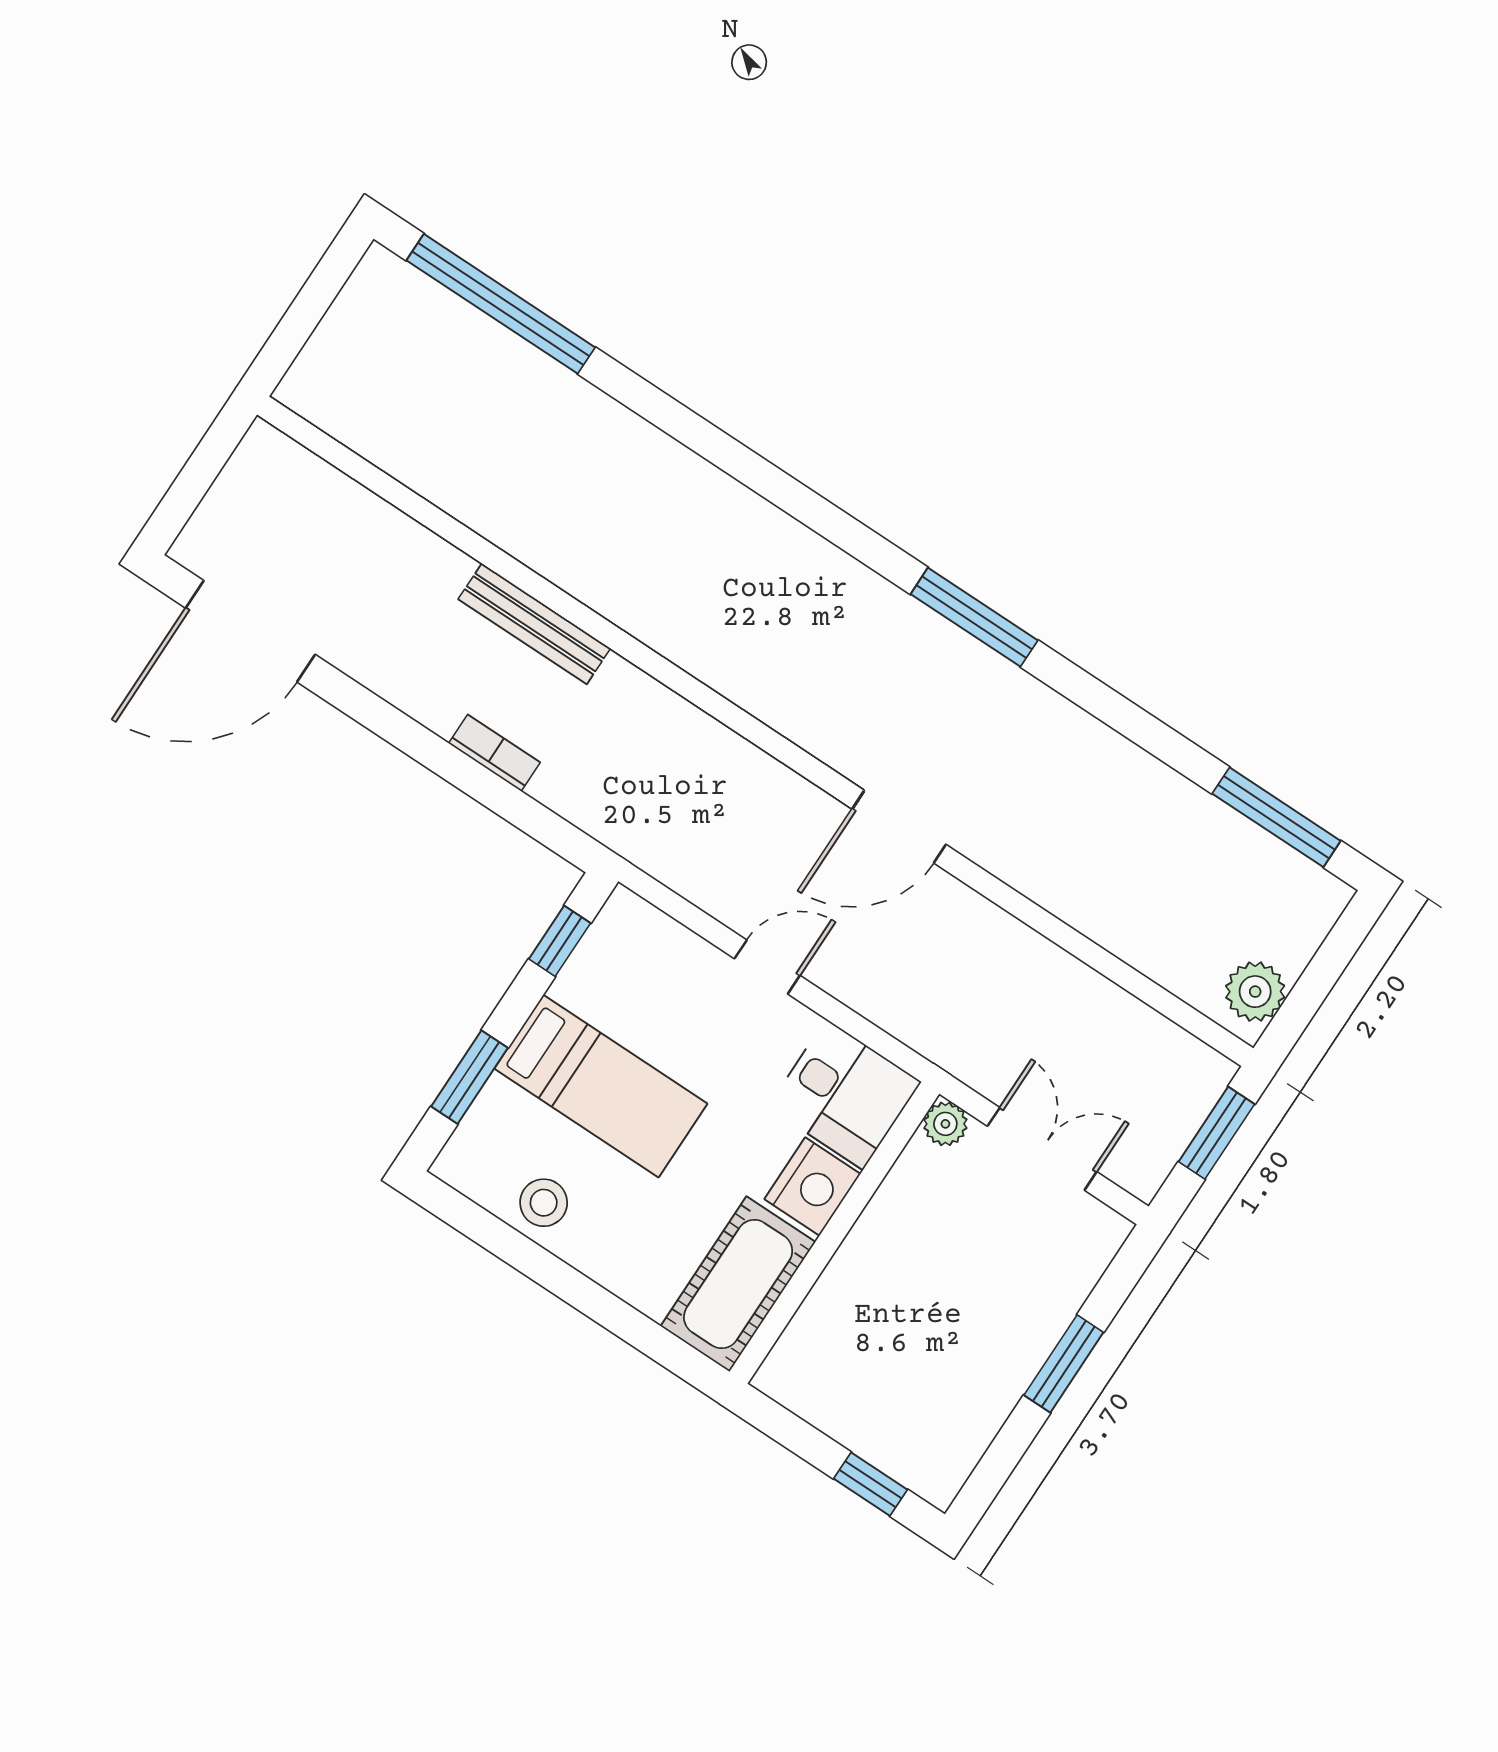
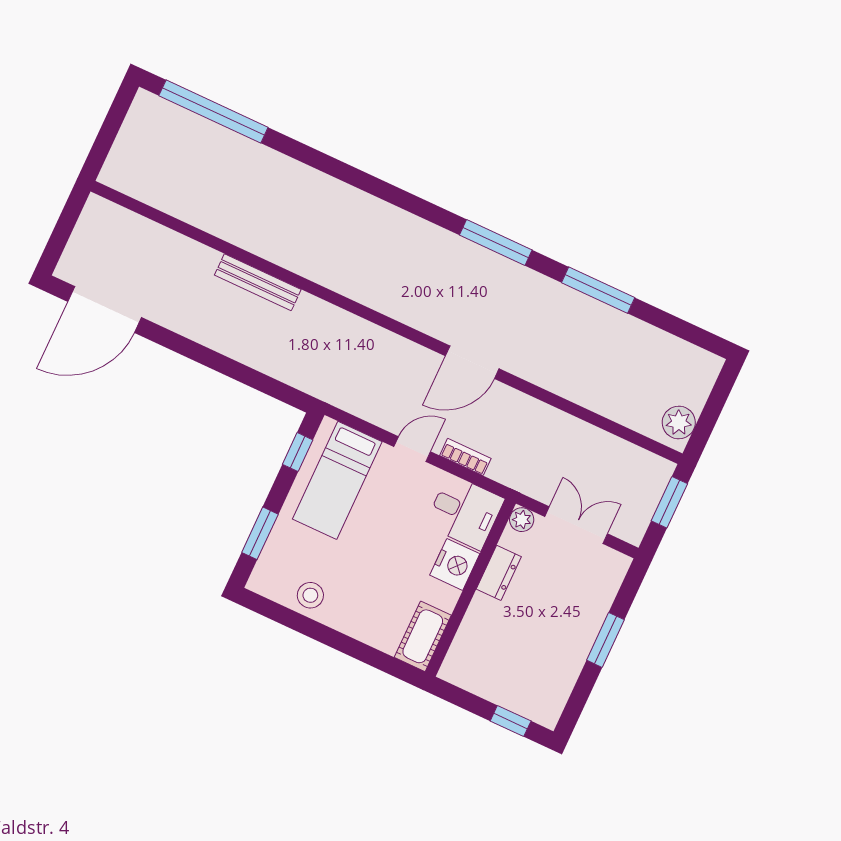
bookcase: (494, 753) -> (465, 457), moved
window: (1276, 817) -> (598, 290), moved
bed: (601, 1086) -> (337, 480), moved, turned 90
dresser: (890, 1214) -> (499, 573), added
cot: (738, 1284) -> (423, 636), width x0.73, depth x0.75

